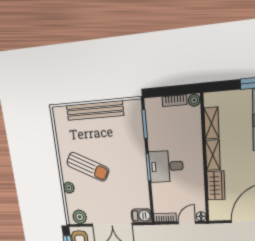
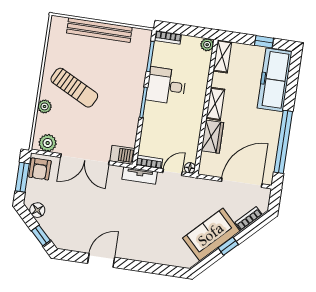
bookcase: (174, 101) -> (168, 37), moved
shelving: (211, 123) -> (222, 56), moved
desk: (166, 166) -> (166, 86), moved
tv unit: (160, 230) -> (140, 175), added

